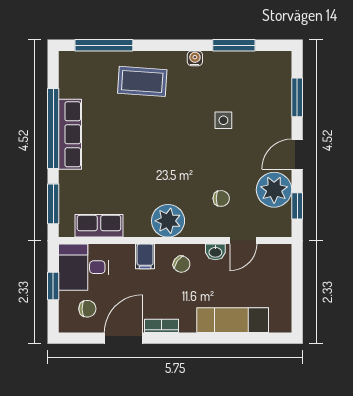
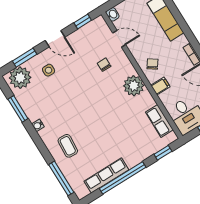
coffee table: (142, 81) -> (68, 146), width x0.73, depth x0.77
side table: (223, 120) -> (49, 70), moved
row of seats: (70, 134) -> (106, 175), moved
plant: (274, 190) -> (20, 78), moved
window: (53, 204) -> (163, 153), width x0.67
washbasin: (215, 252) -> (112, 14), moved

